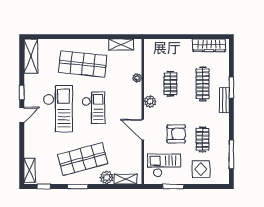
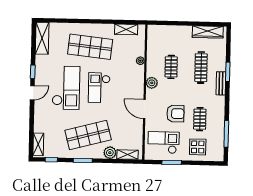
checkout: (94, 108) -> (99, 88), turned 180

